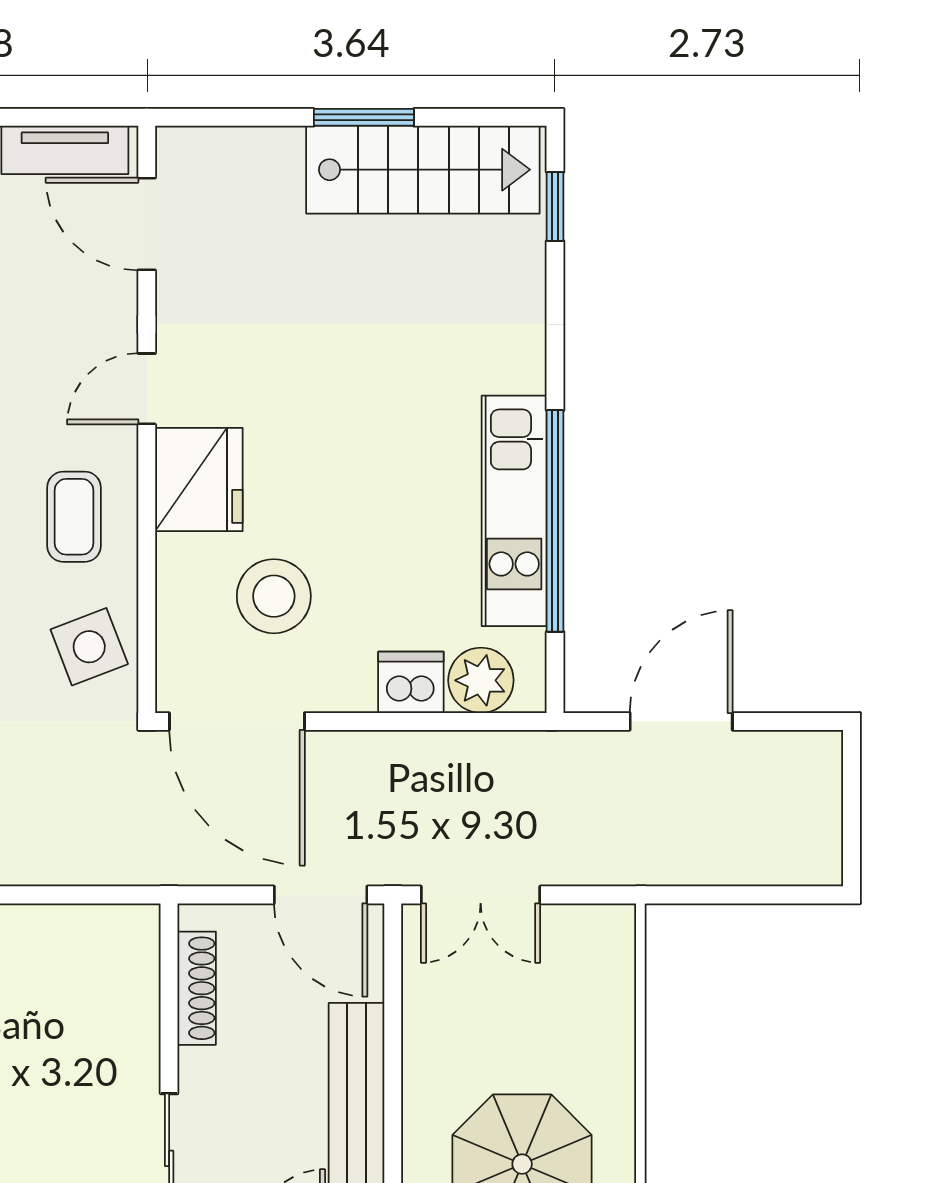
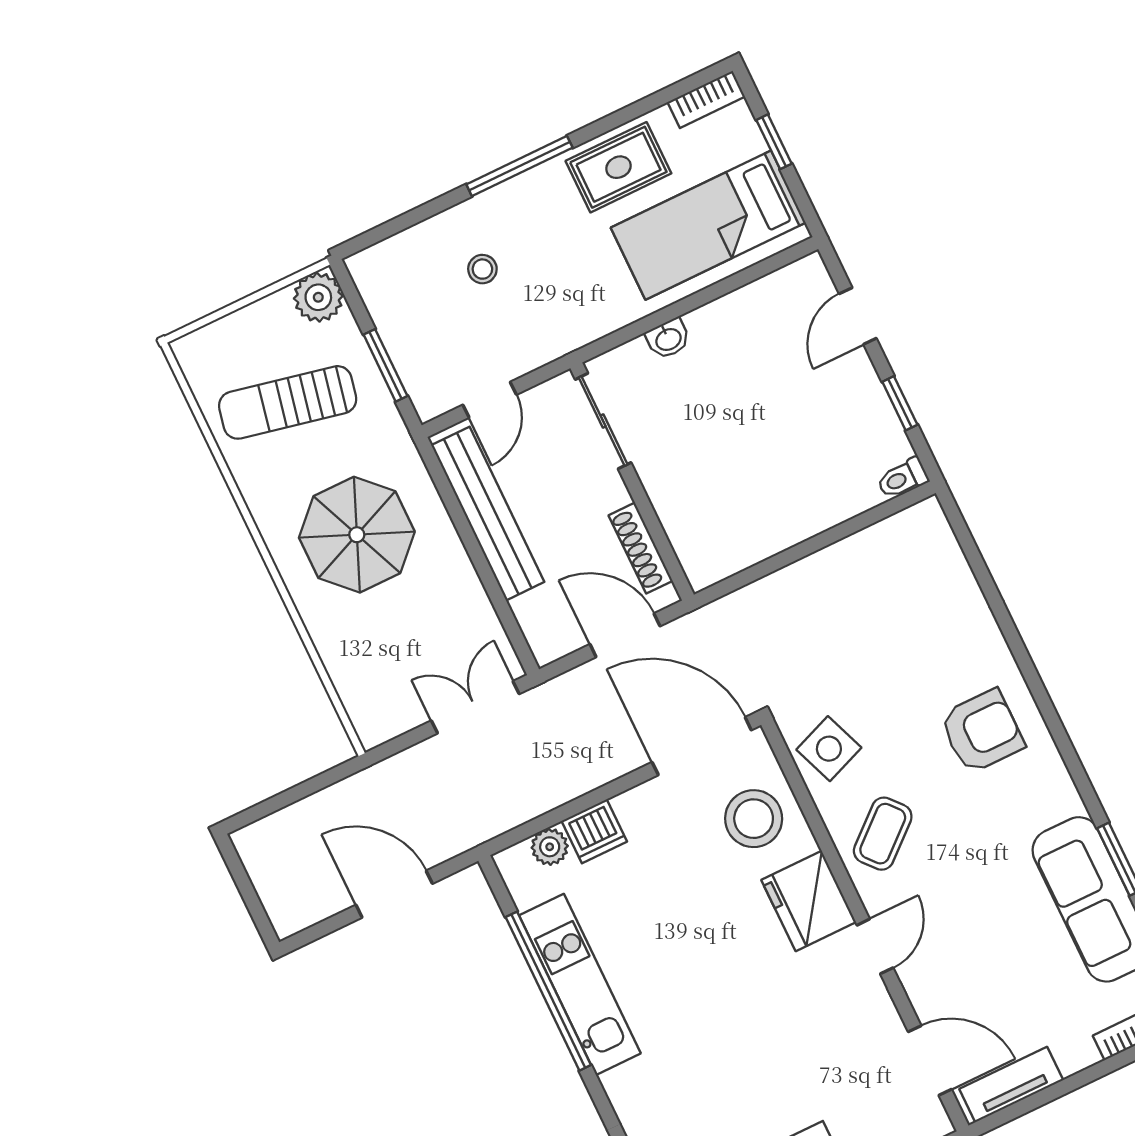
coffee table: (74, 517) -> (883, 834), turned 49
stool: (274, 596) -> (754, 819), moved
plant: (481, 680) -> (550, 847), width x0.73, depth x0.73
door: (681, 721) -> (394, 894), swing flipped
door: (321, 895) -> (625, 635), moved

